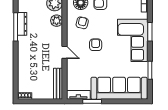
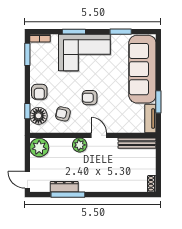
plant: (57, 21) -> (80, 145), moved
door: (64, 52) -> (99, 135), hinge flipped

